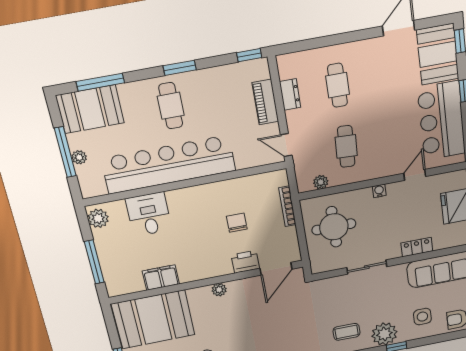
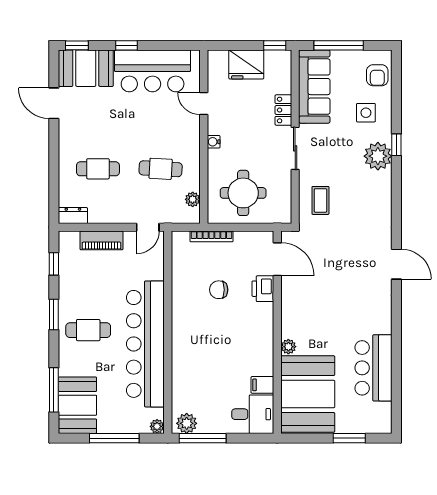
window: (249, 55) -> (54, 264), moved
dresser: (290, 94) -> (73, 216), moved
plant: (79, 157) -> (157, 426), moved
desk: (149, 214) -> (253, 414), moved, turned 180
window: (94, 262) -> (203, 438), moved
sliding door: (367, 267) -> (295, 148), moved
filing cabinet: (161, 277) -> (262, 385), width x0.50
plant: (219, 290) -> (288, 347), moved
coffee table: (347, 332) -> (320, 200), moved

